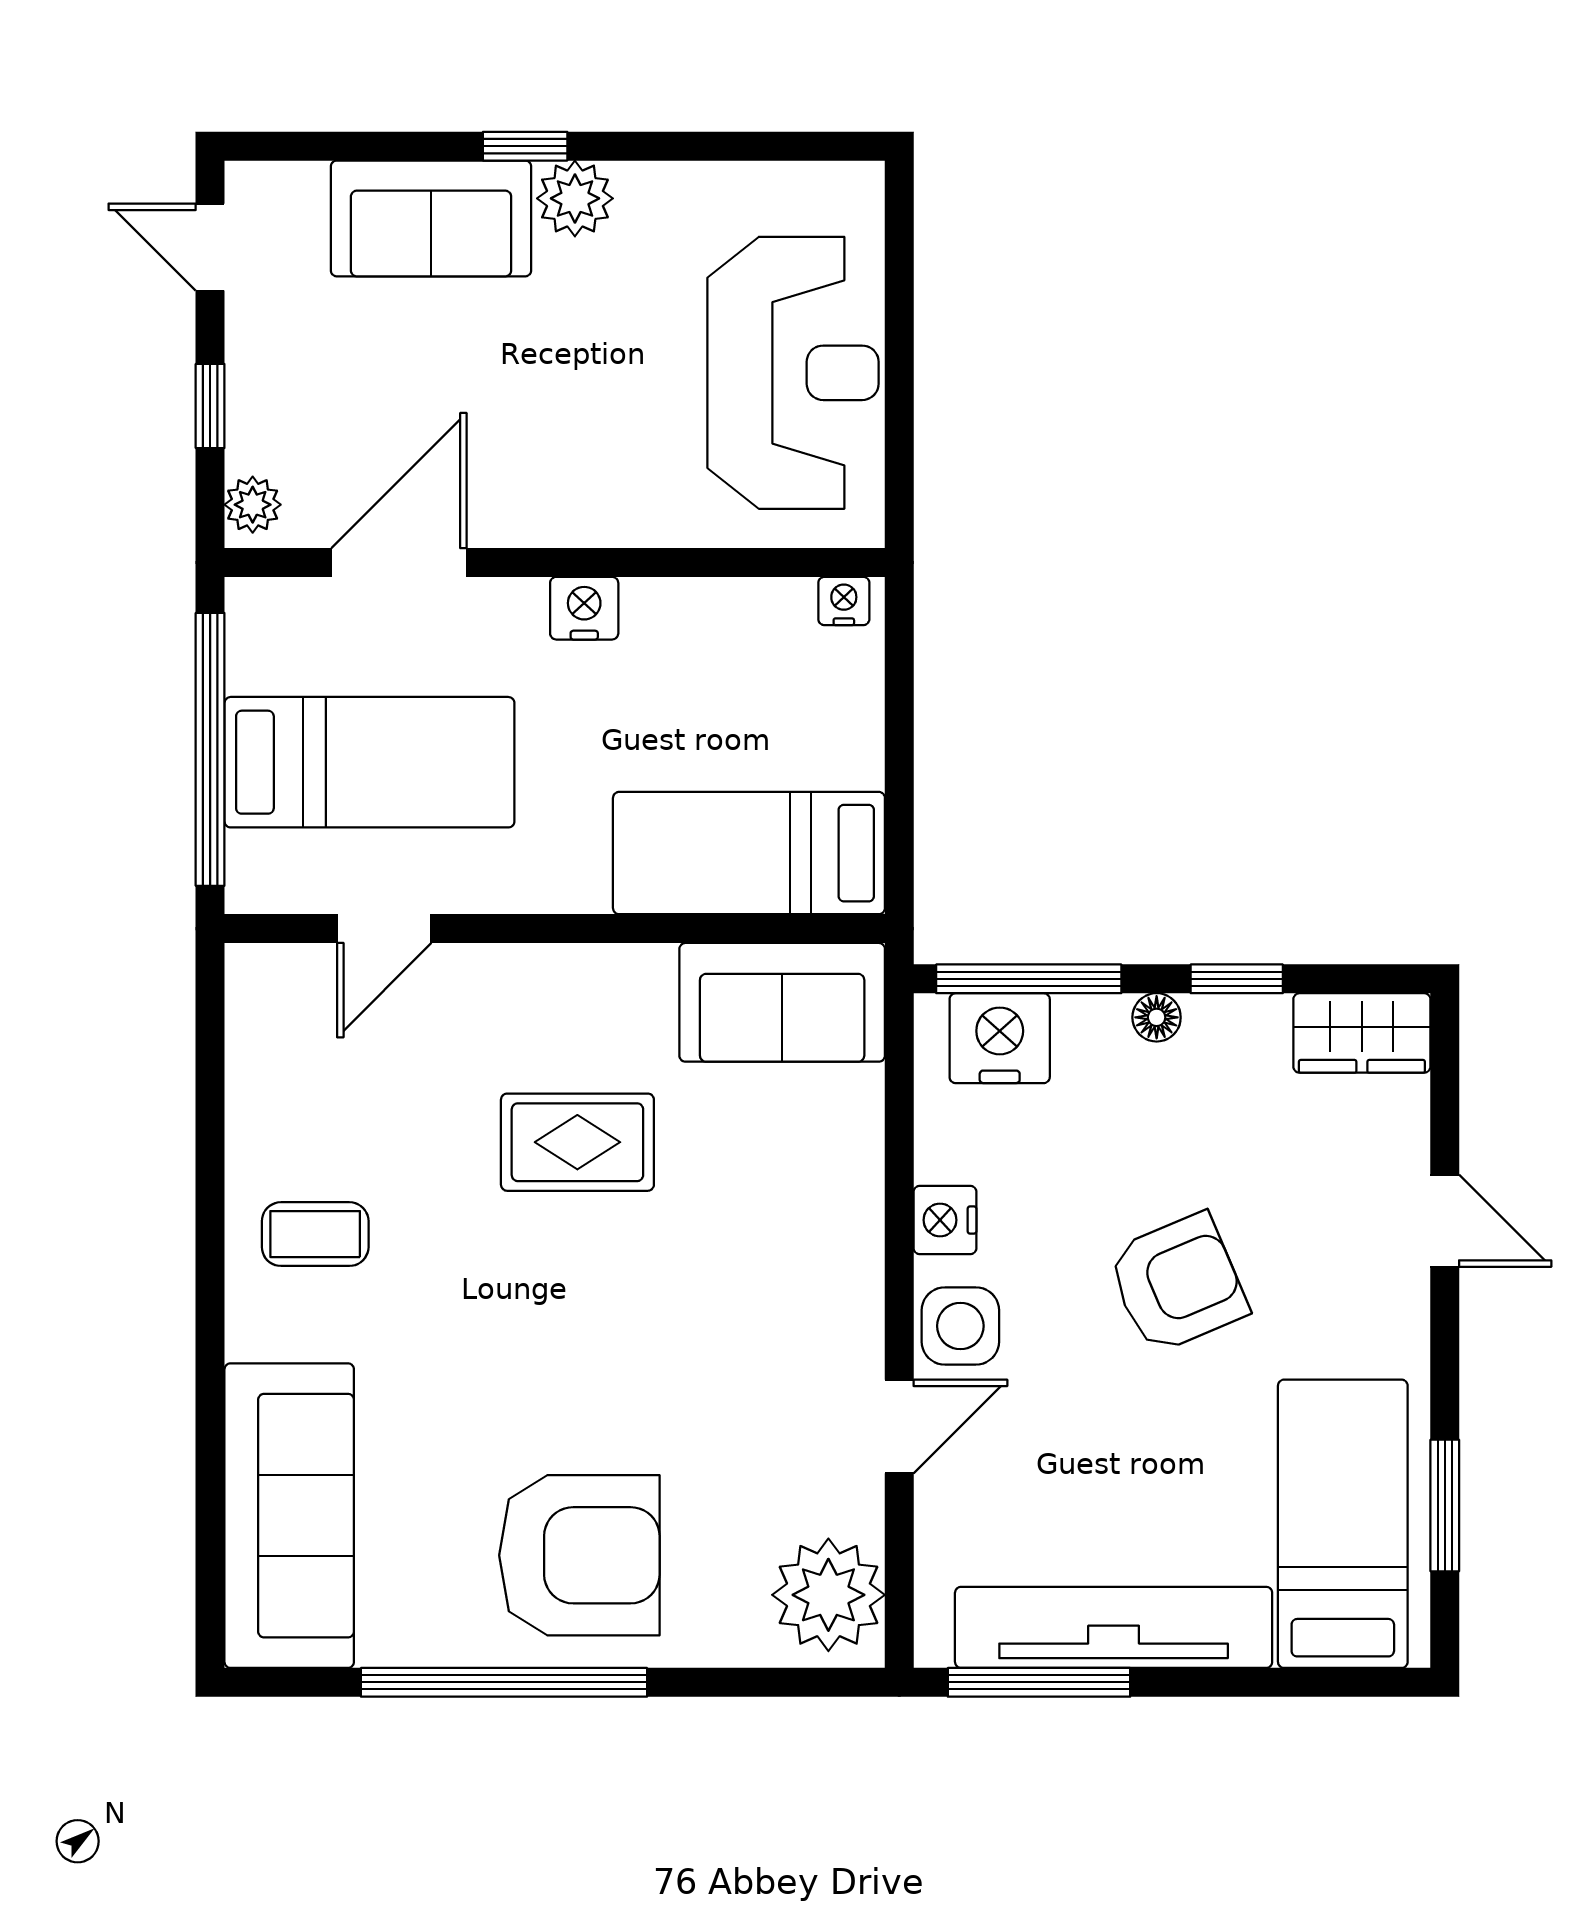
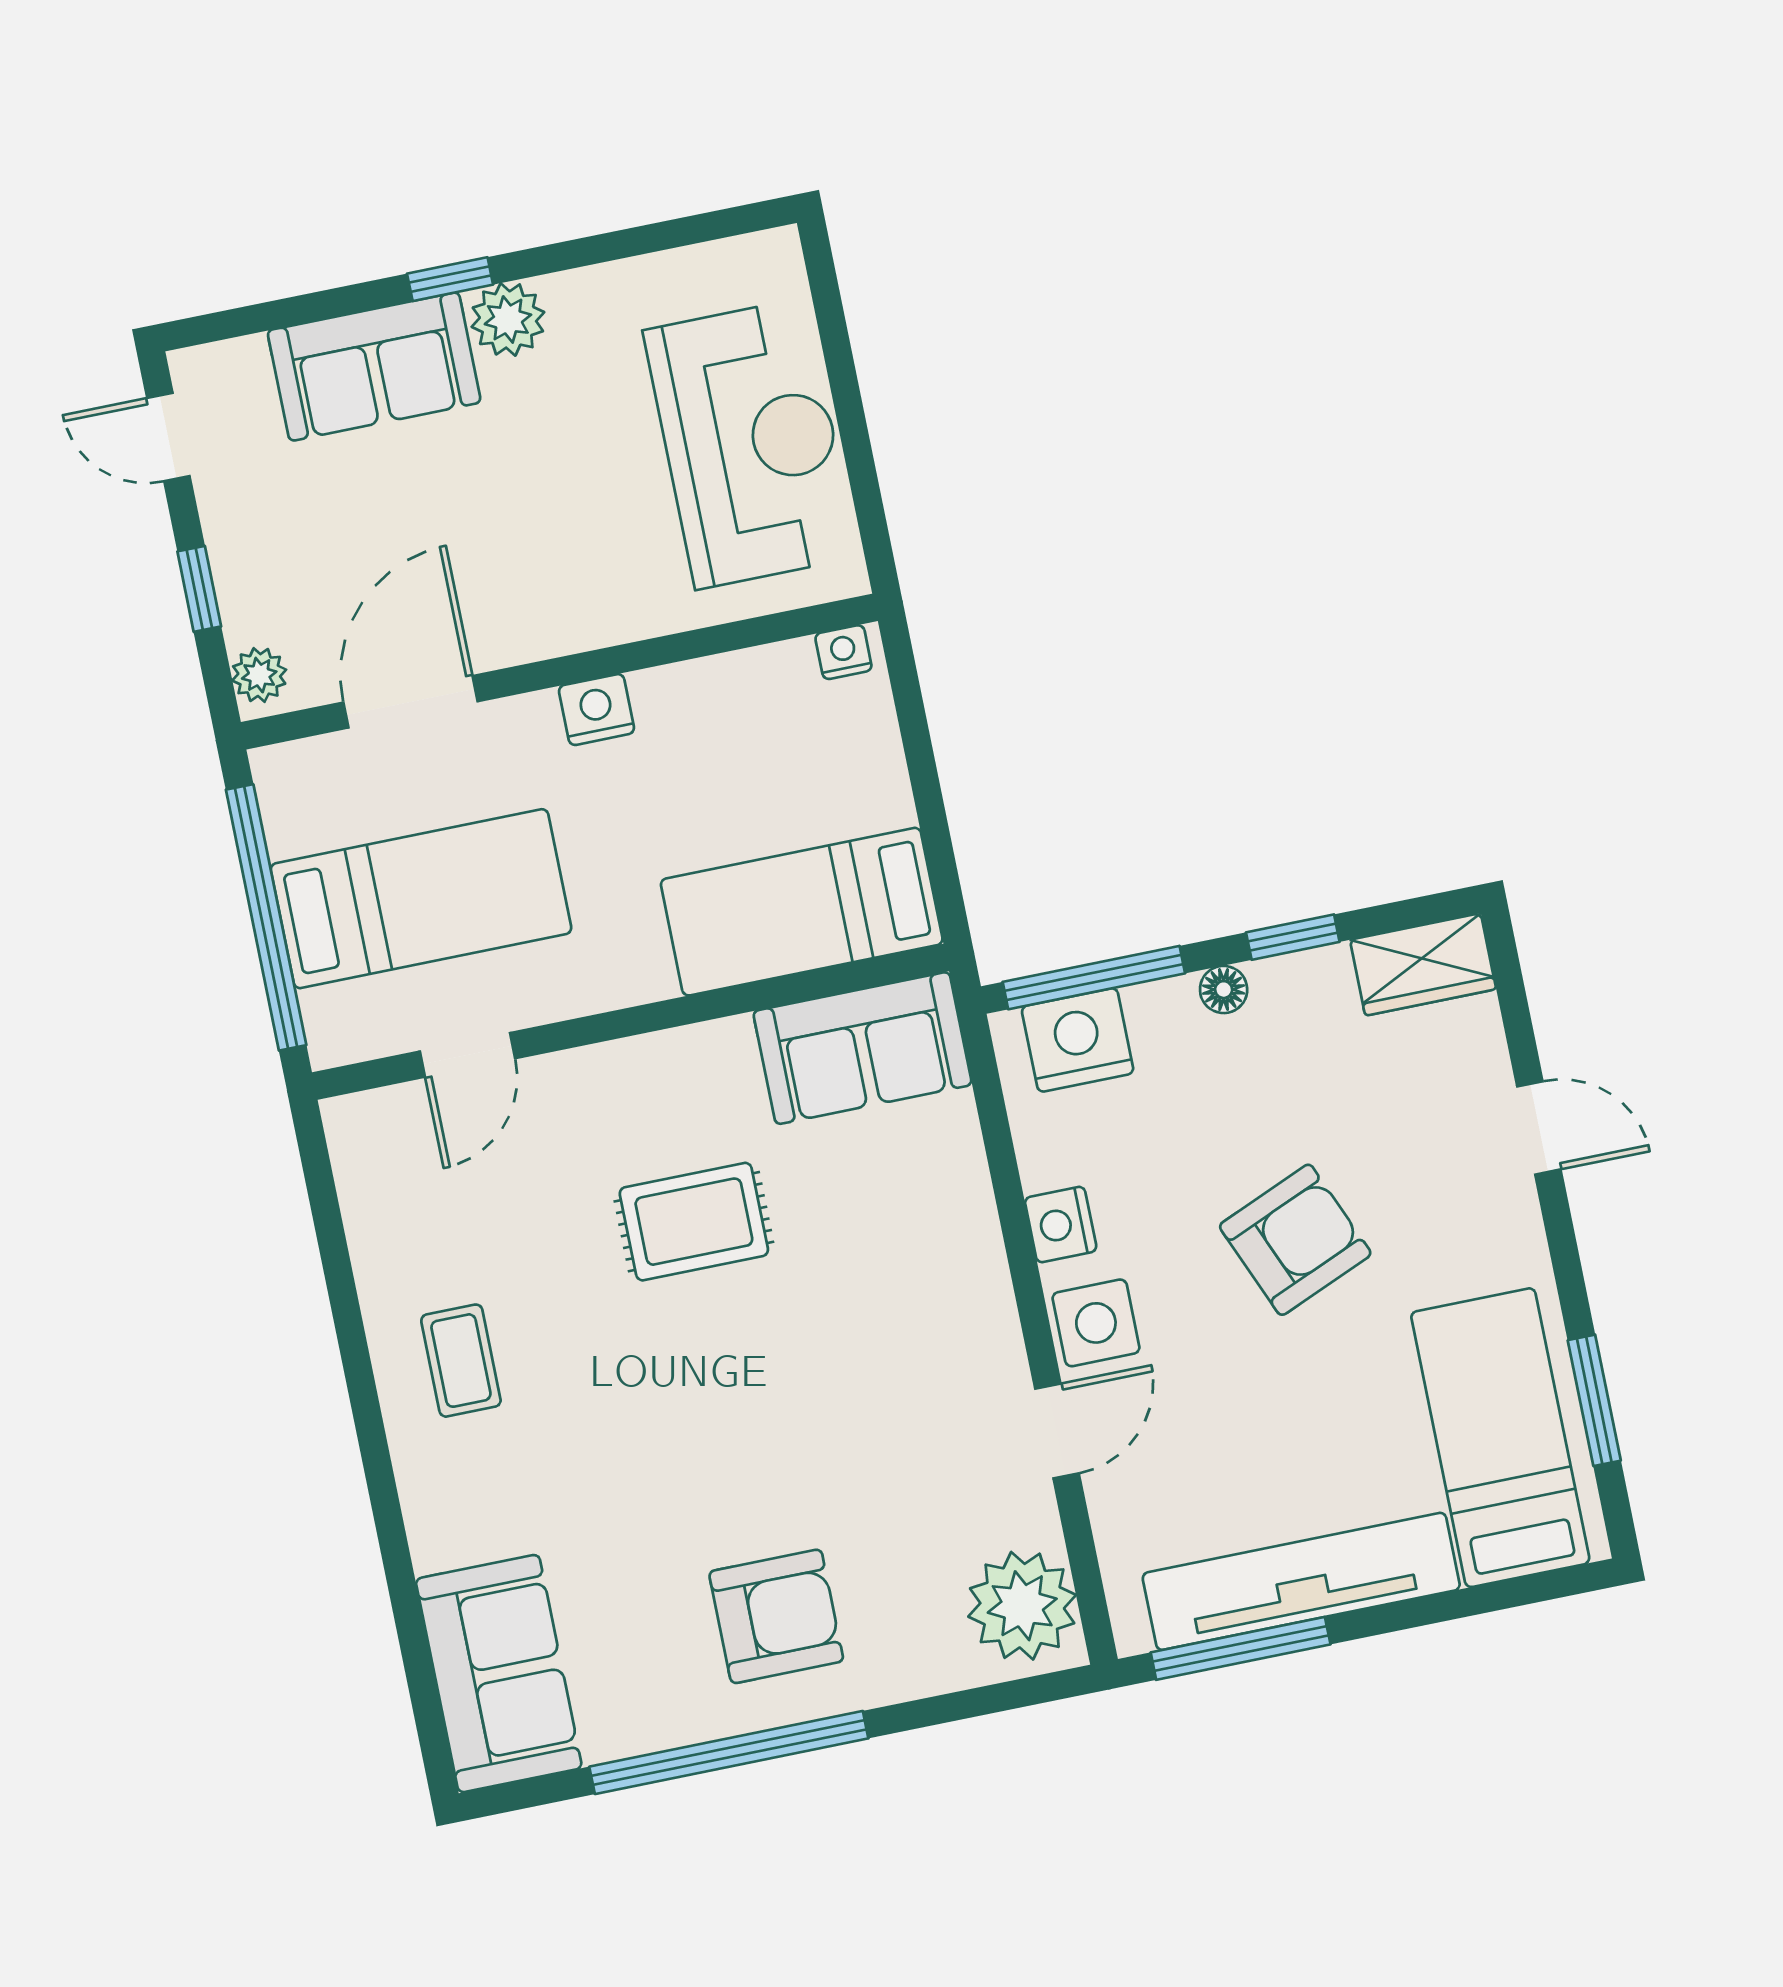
coffee table: (315, 1234) -> (461, 1361), turned 90
sofa: (289, 1516) -> (499, 1674), width x0.73
armchair: (579, 1555) -> (776, 1616), width x0.73, depth x0.73

